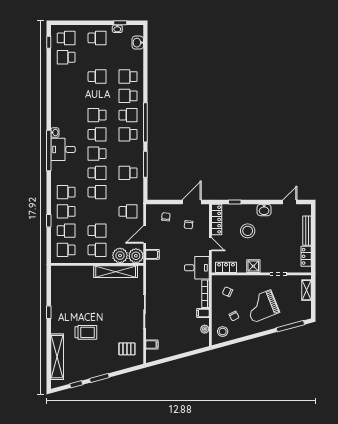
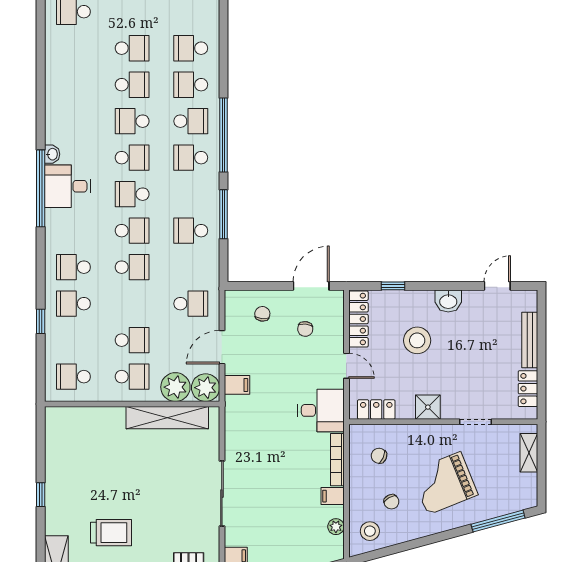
school desk: (66, 231) -> (132, 85), moved

